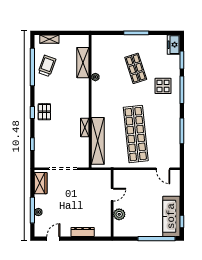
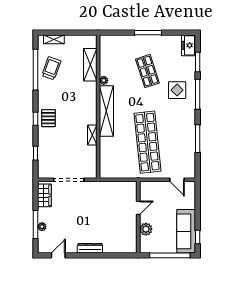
shelving: (98, 141) -> (106, 111), moved
door: (112, 195) -> (138, 208), moved
wall: (112, 203) -> (138, 217), moved
plant: (119, 214) -> (146, 229), moved

